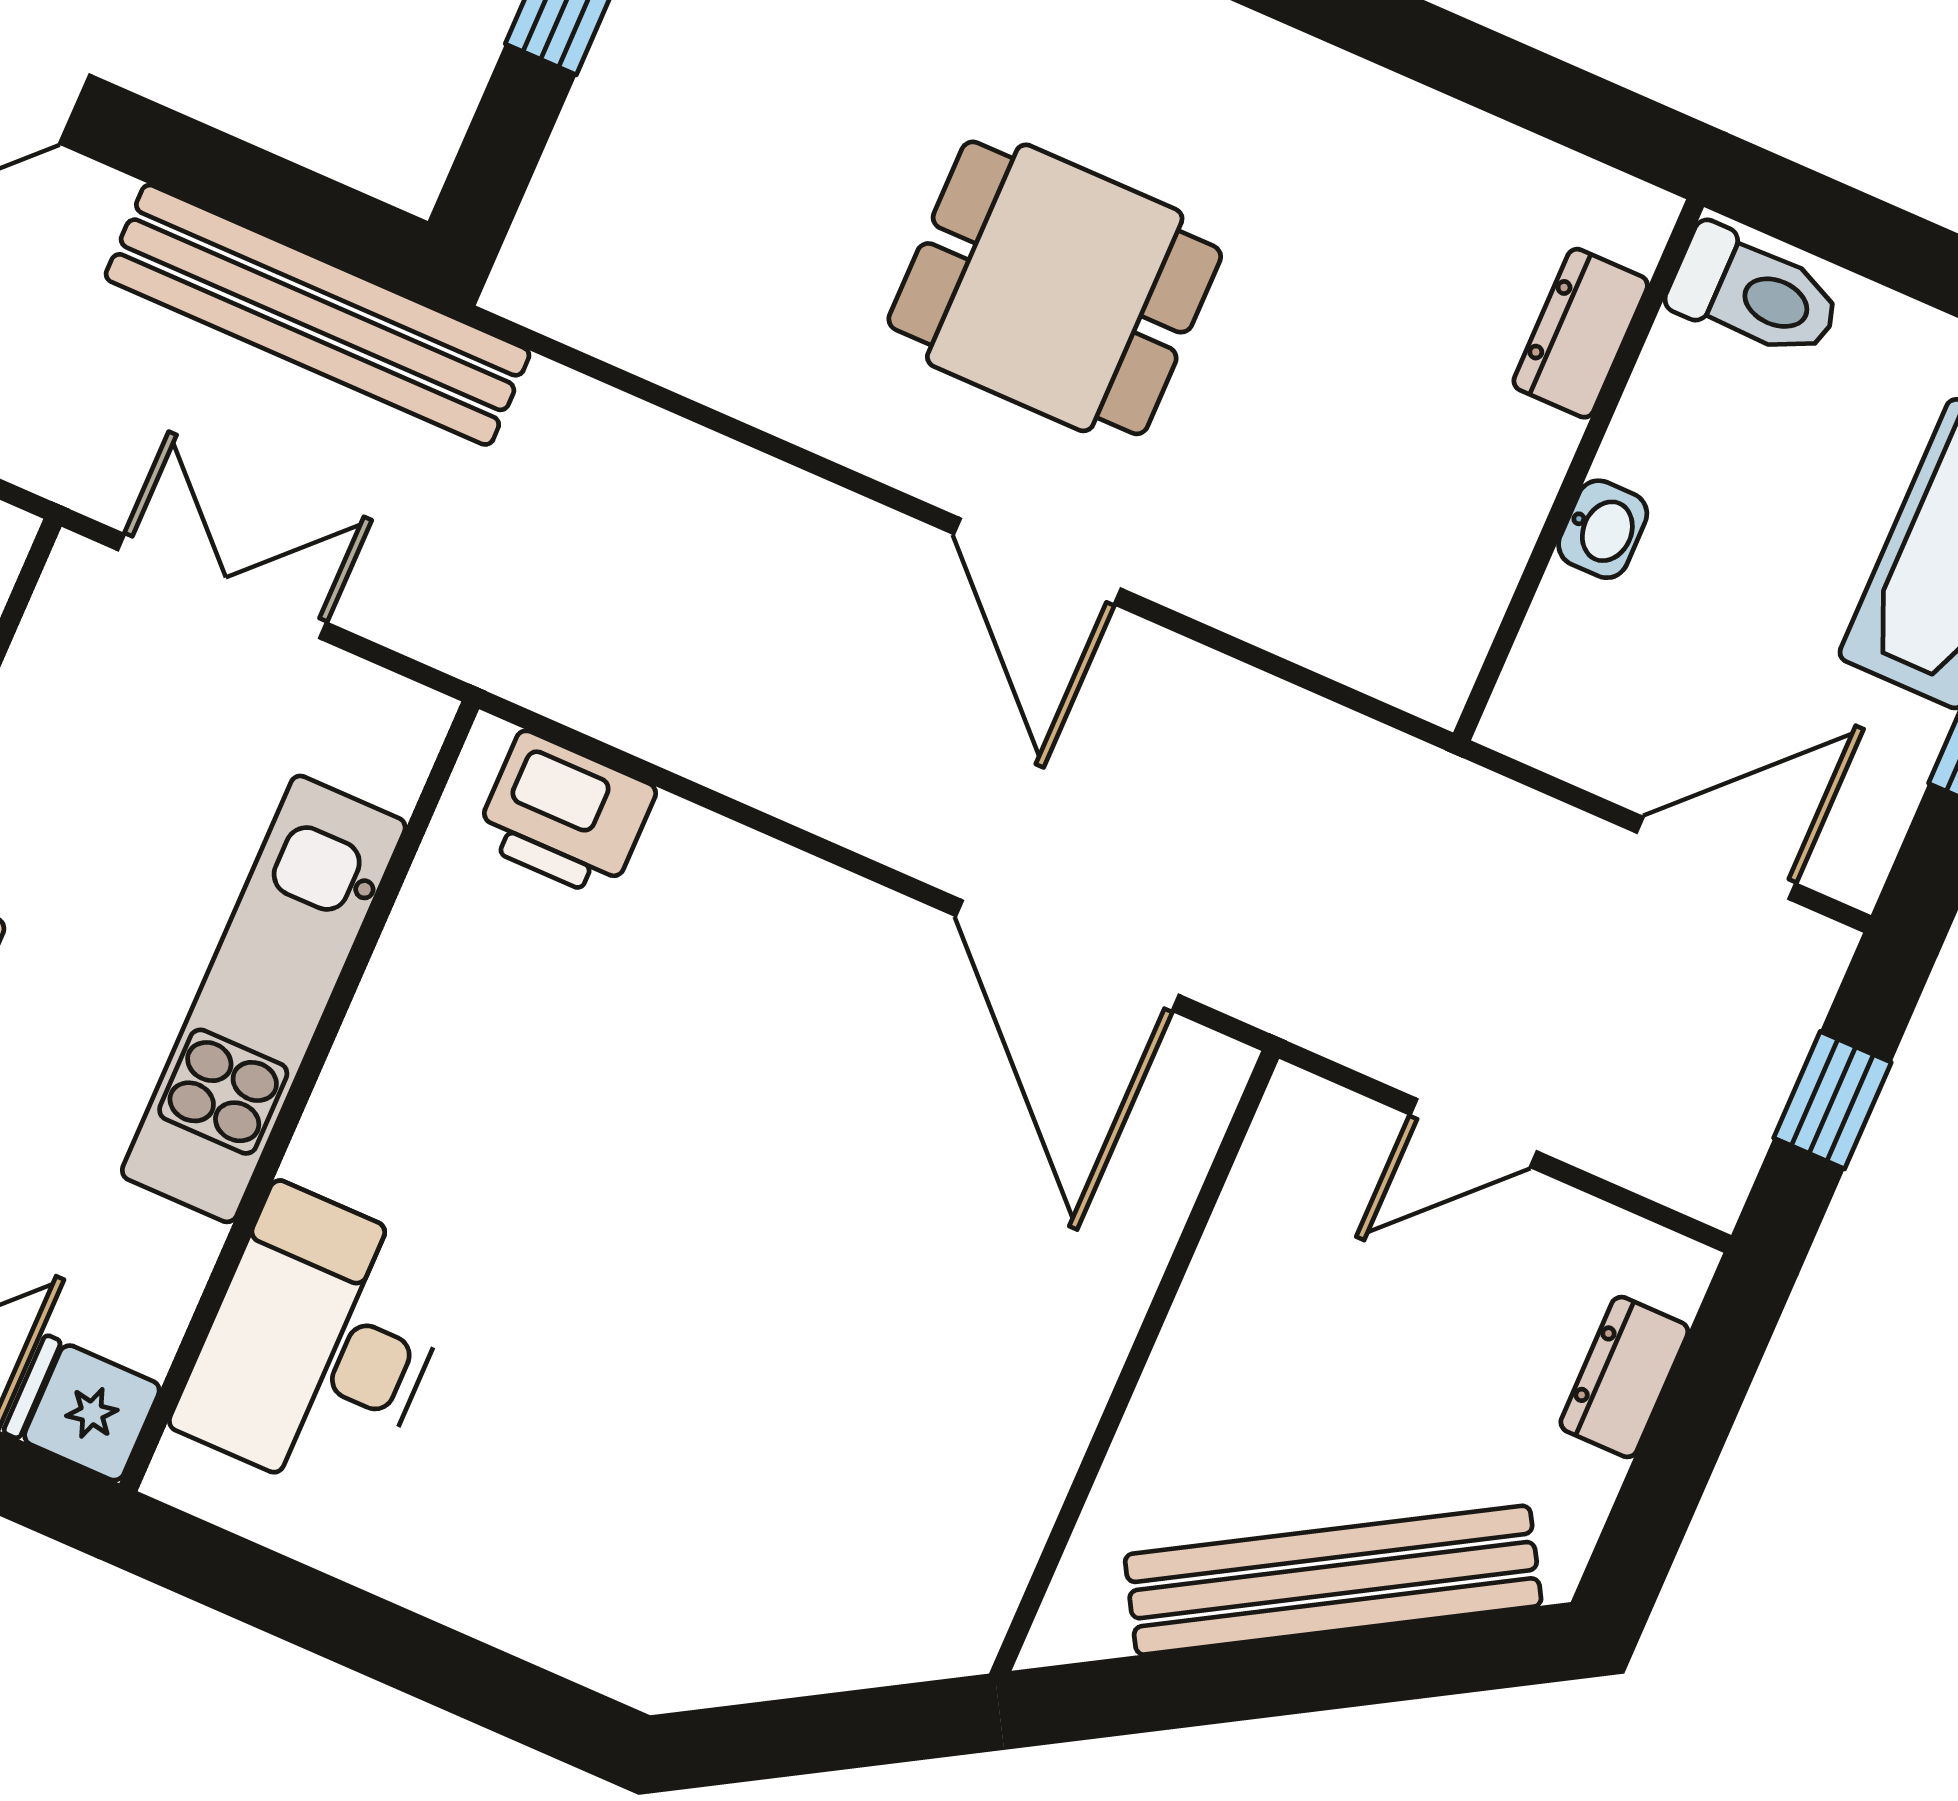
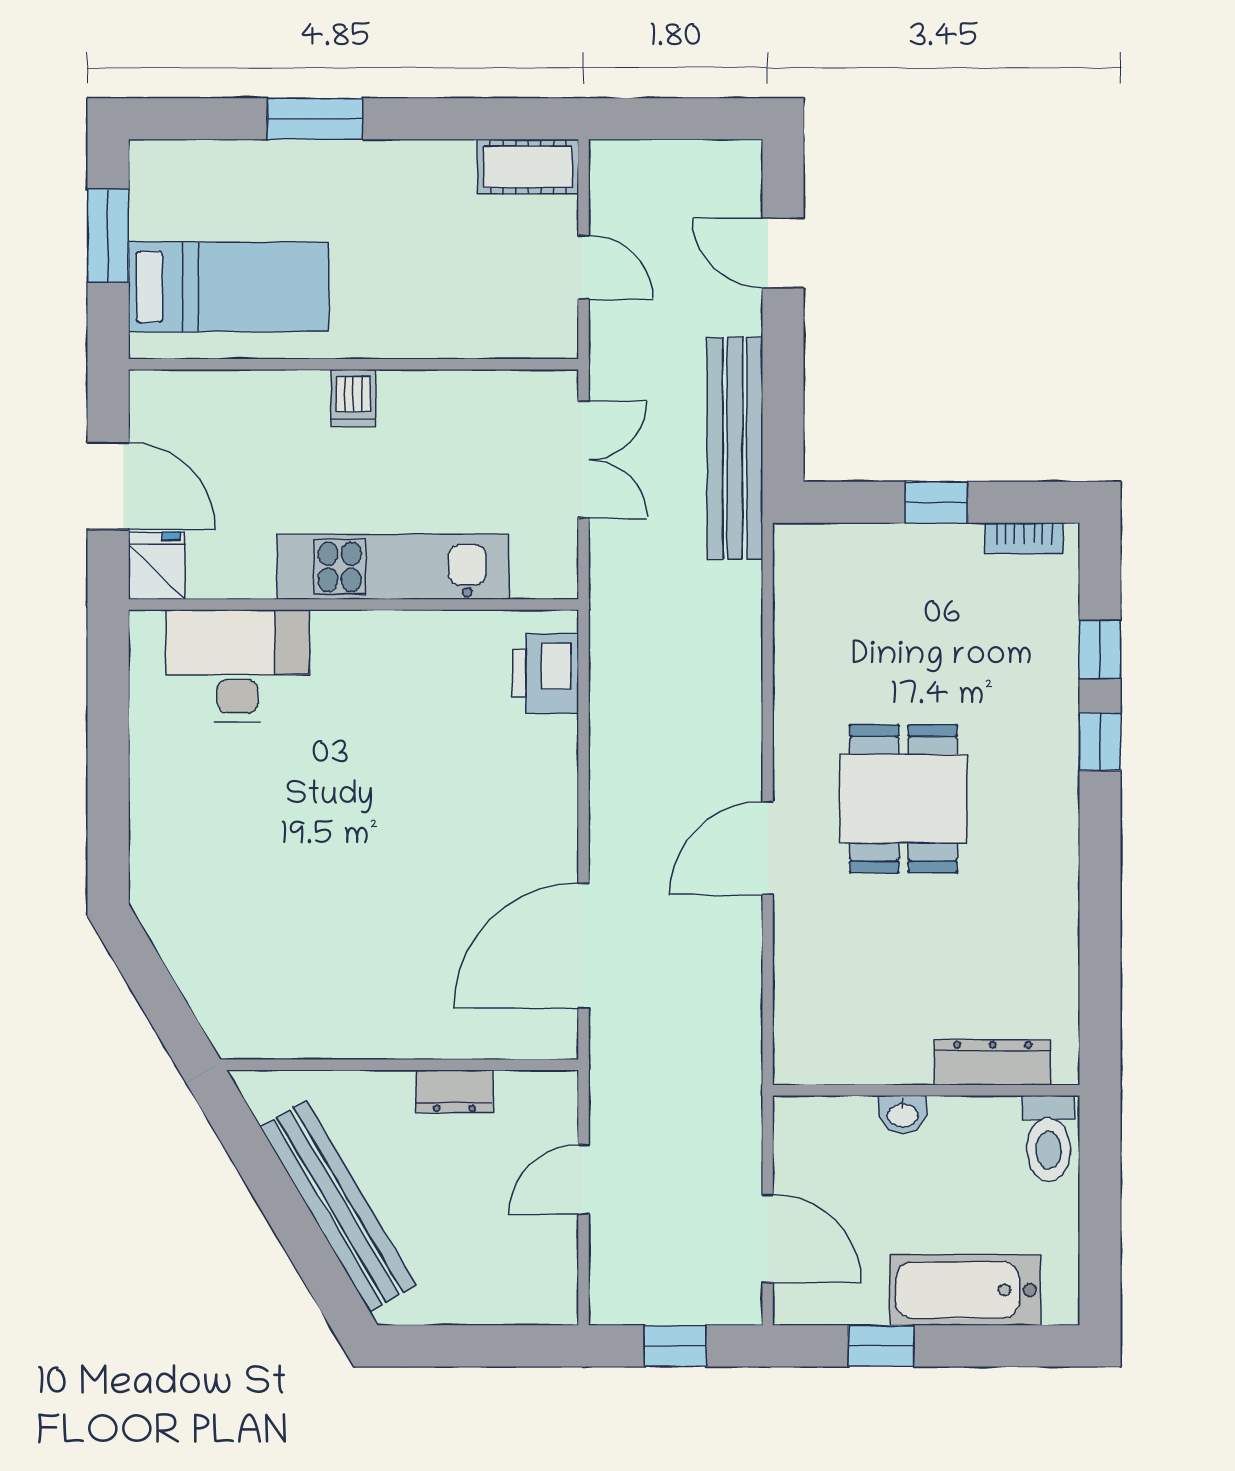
dresser: (1581, 333) -> (993, 1062), width x1.44
door: (1474, 1133) -> (584, 1180), hinge flipped
dresser: (1624, 1377) -> (454, 1091), moved, turned 180

